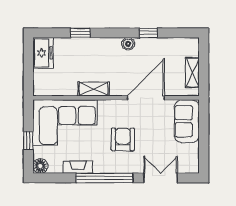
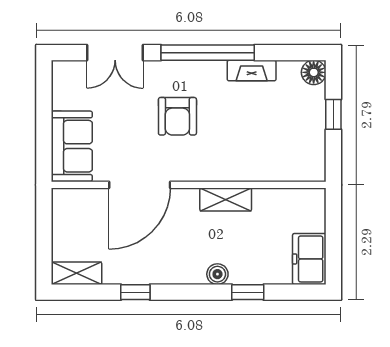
boiler: (128, 44) -> (217, 274), moved
shelving: (192, 72) -> (77, 273), moved, turned 90
corner sofa: (65, 123) -> (273, 144), removed

